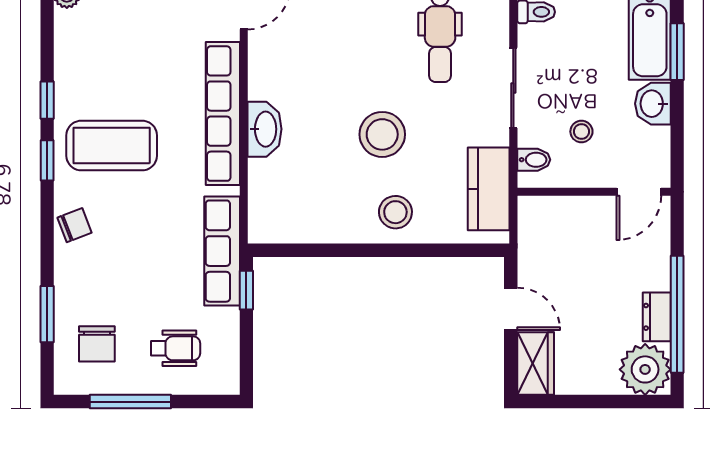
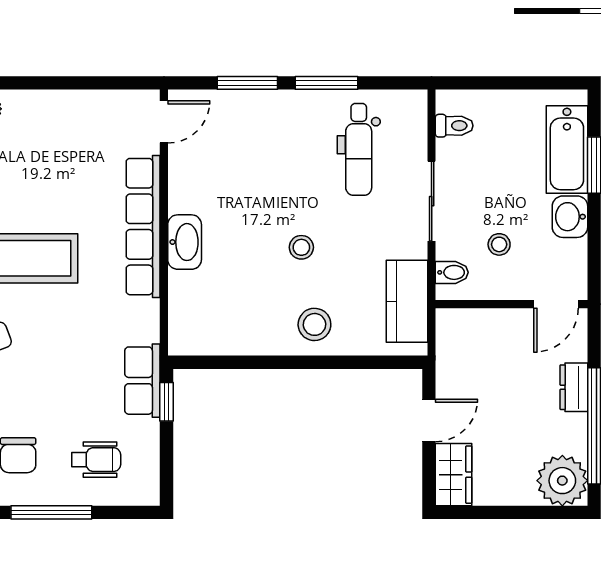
stool: (382, 134) -> (301, 247), width x0.53, depth x0.53
row of seats: (222, 251) -> (142, 381), width x0.68
door: (511, 309) -> (429, 420), hinge flipped
dresser: (657, 317) -> (574, 387), moved

